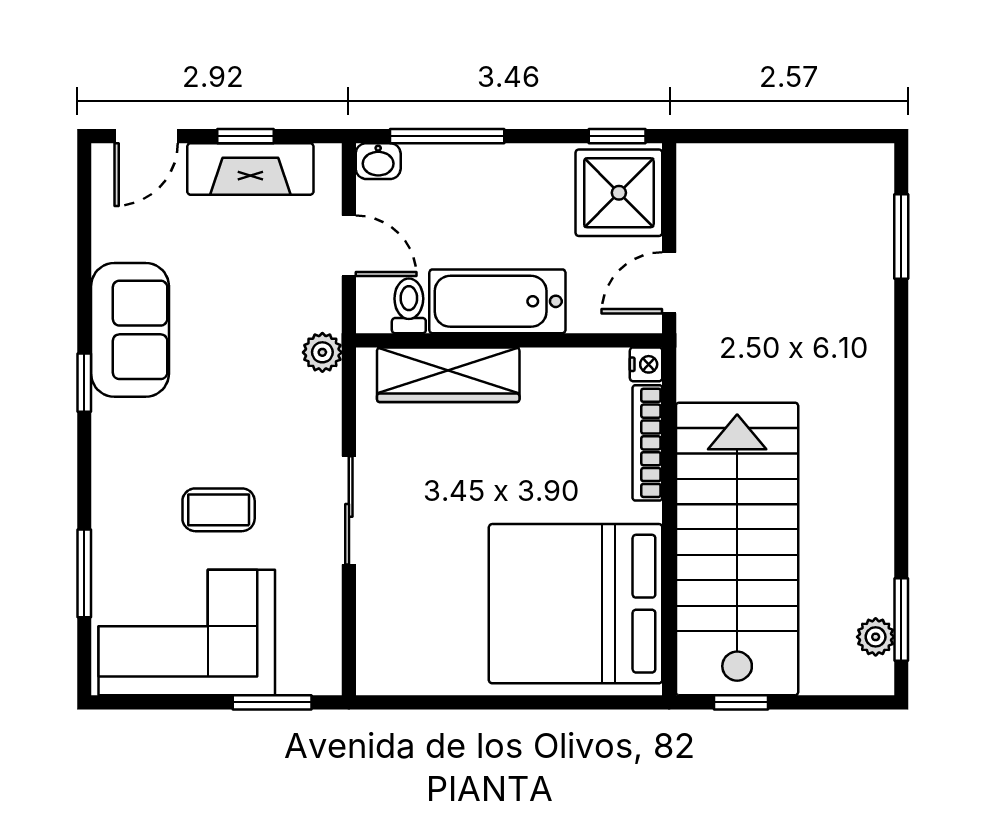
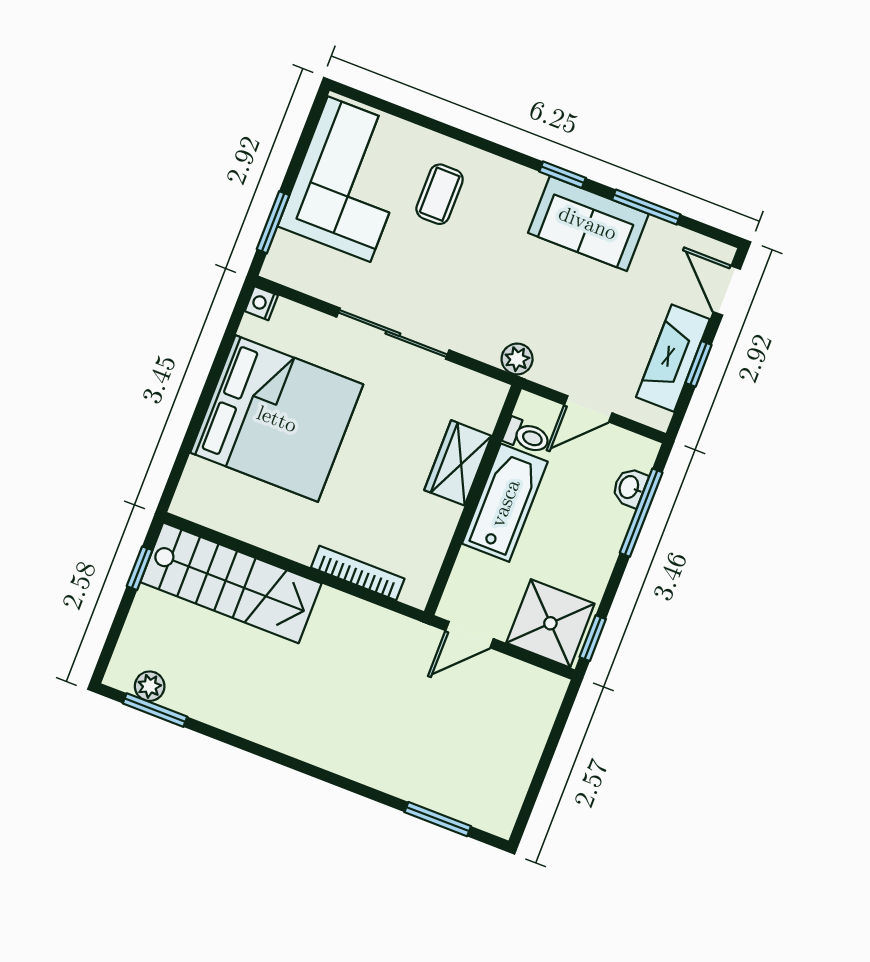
washbasin: (378, 161) -> (630, 487), moved
door: (669, 283) -> (470, 635), swing flipped
nightstand: (646, 364) -> (261, 303), moved, turned 90
wardrobe: (448, 375) -> (458, 463), width x0.67
coffee table: (219, 510) -> (440, 194), moved
sliding door: (349, 510) -> (393, 334), width x1.37
stairs: (737, 549) -> (231, 583), width x0.73, depth x0.66
window: (84, 573) -> (646, 207), moved
bed: (576, 604) -> (277, 419), moved, turned 90

